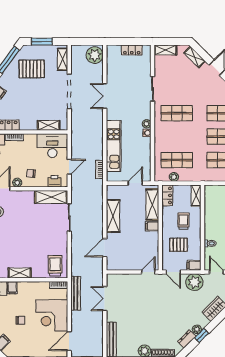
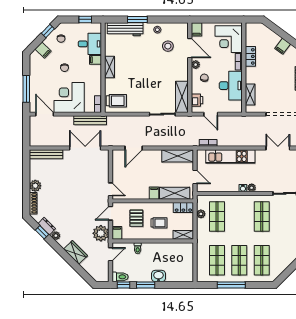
desk: (52, 146) -> (231, 86), moved
shelving: (113, 216) -> (178, 156), moved
door: (105, 248) -> (134, 148), swing flipped
double door: (105, 299) -> (85, 148), width x1.37
window: (202, 336) -> (42, 232), moved

